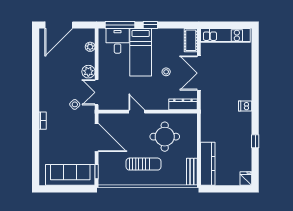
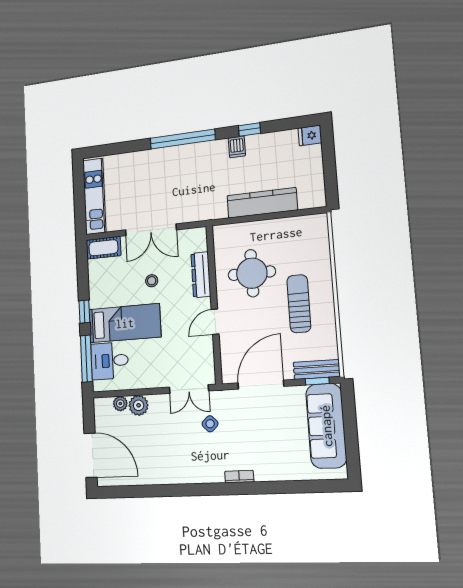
plant: (88, 72) -> (139, 405), moved
window: (255, 98) -> (183, 139), added
dresser: (183, 104) -> (201, 275), moved
dishwasher: (245, 106) -> (237, 147), moved
kitchen counter: (208, 164) -> (262, 203), moved
bench: (192, 172) -> (317, 369), moved

